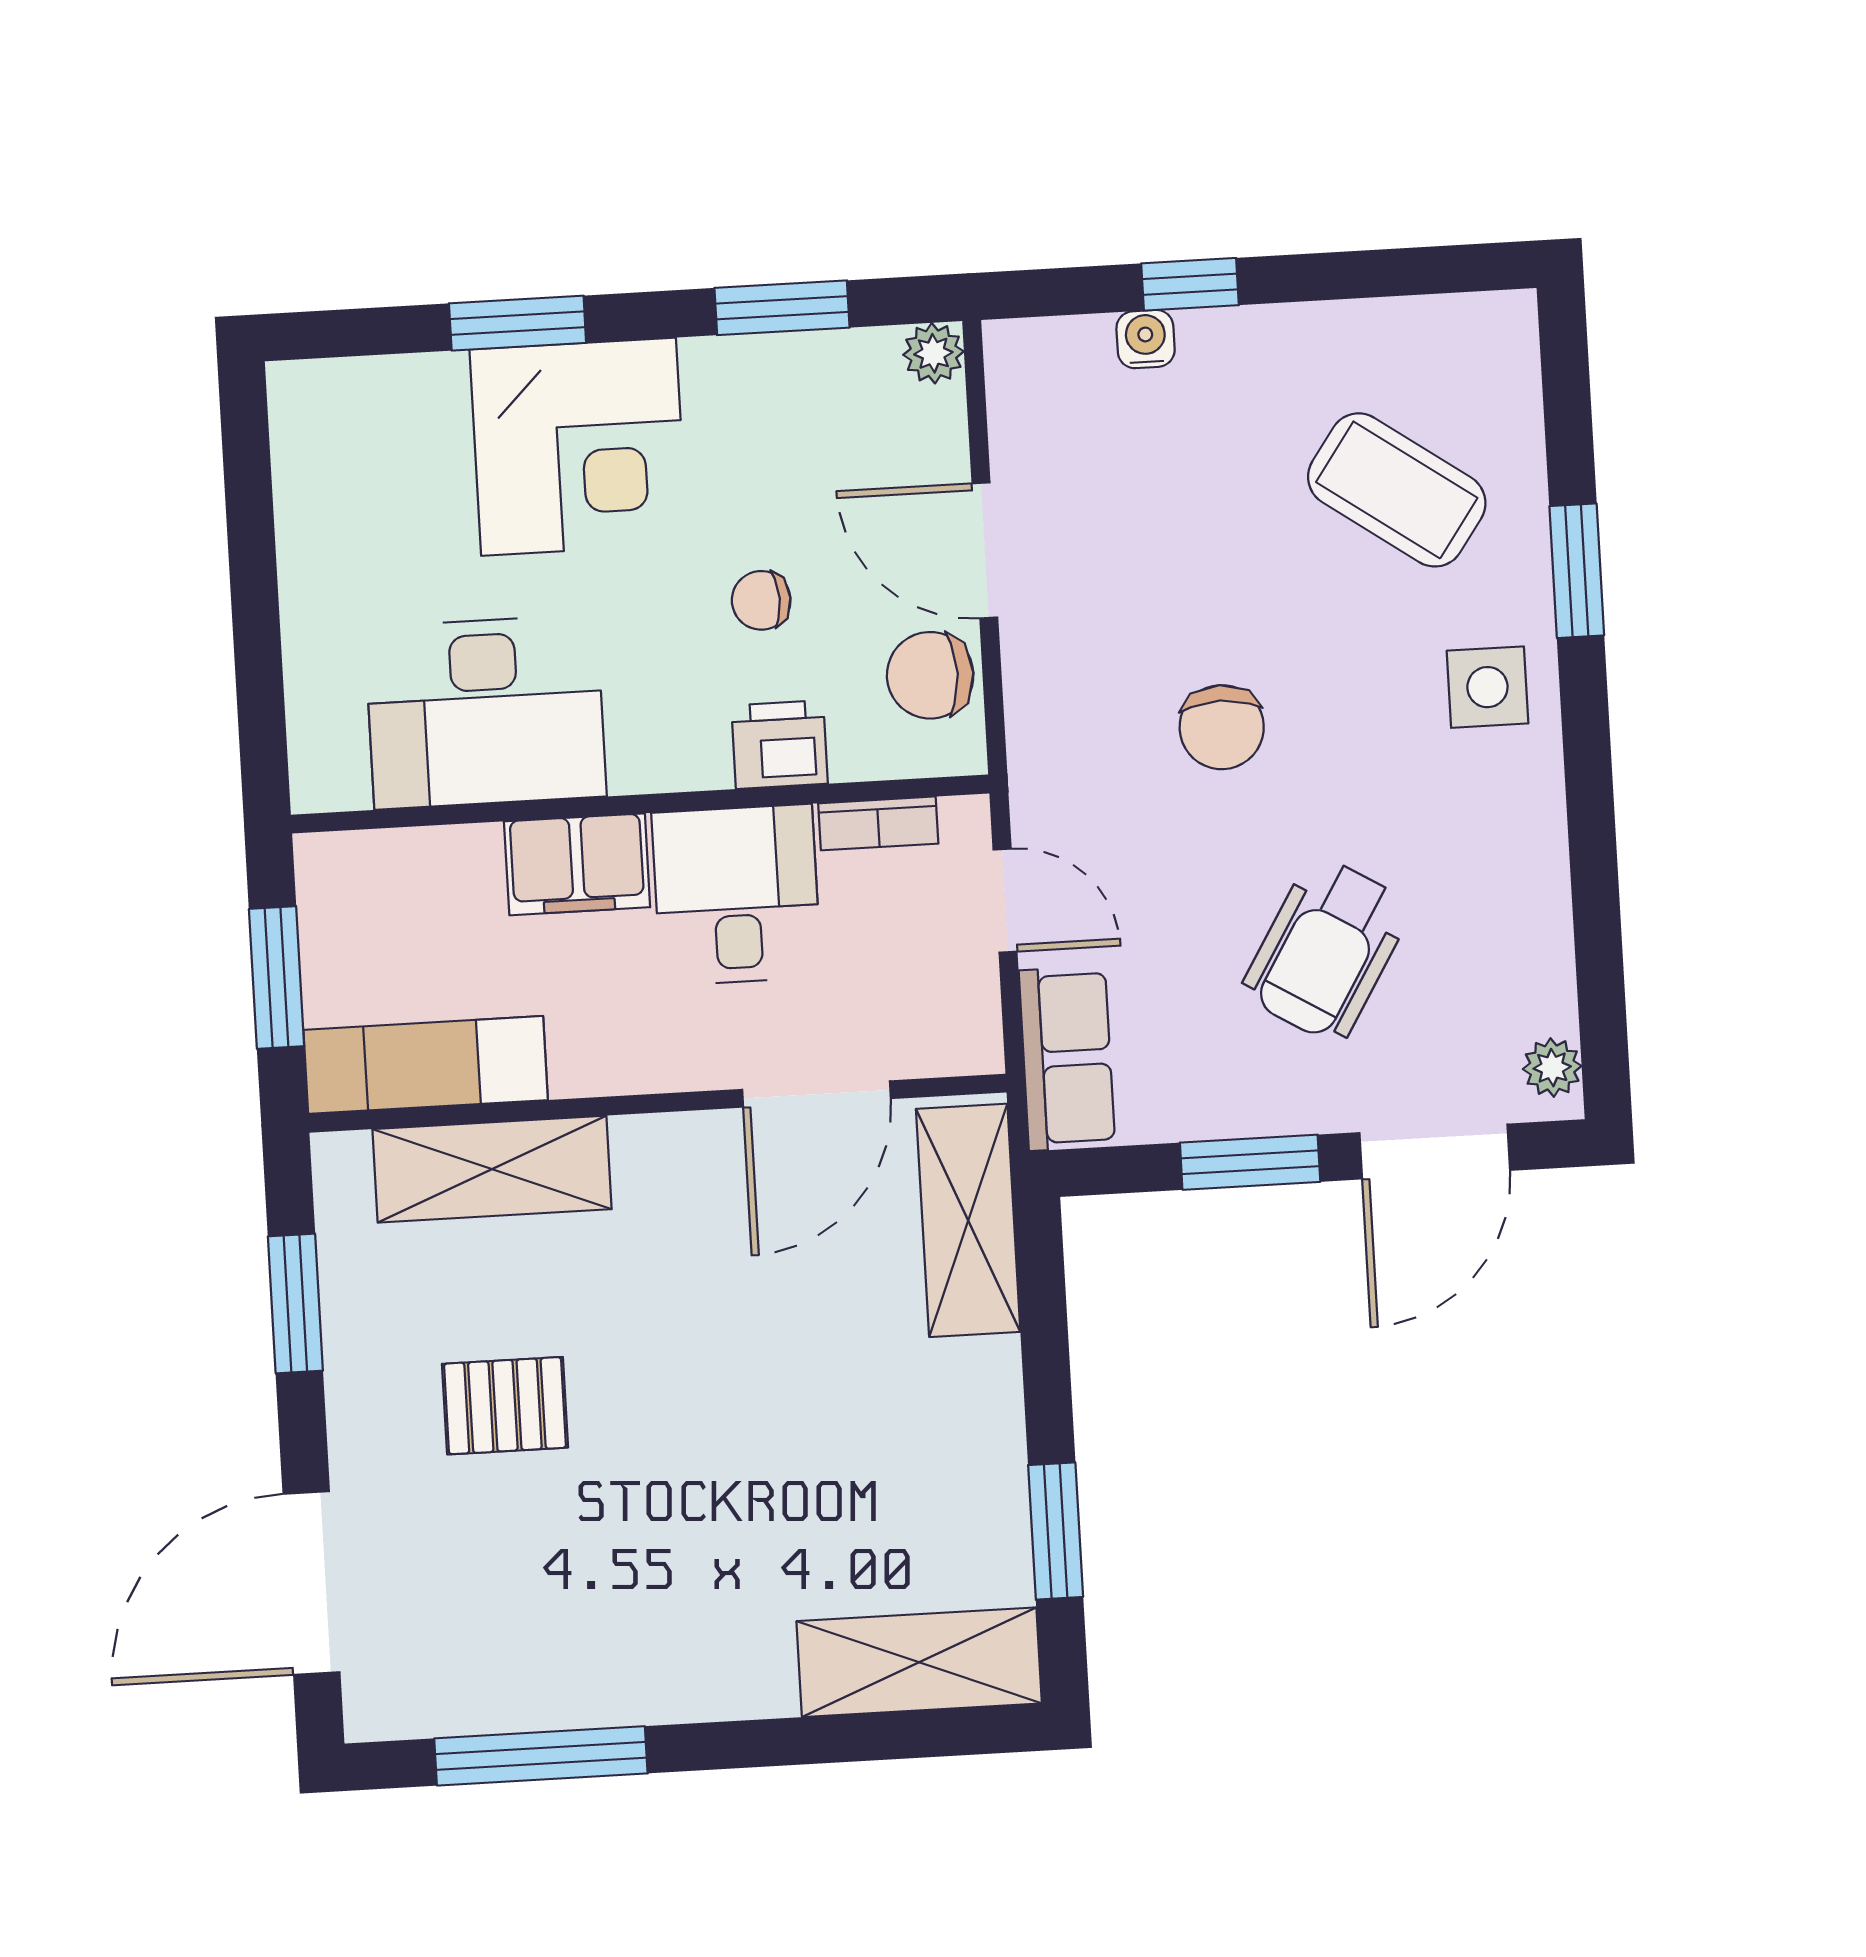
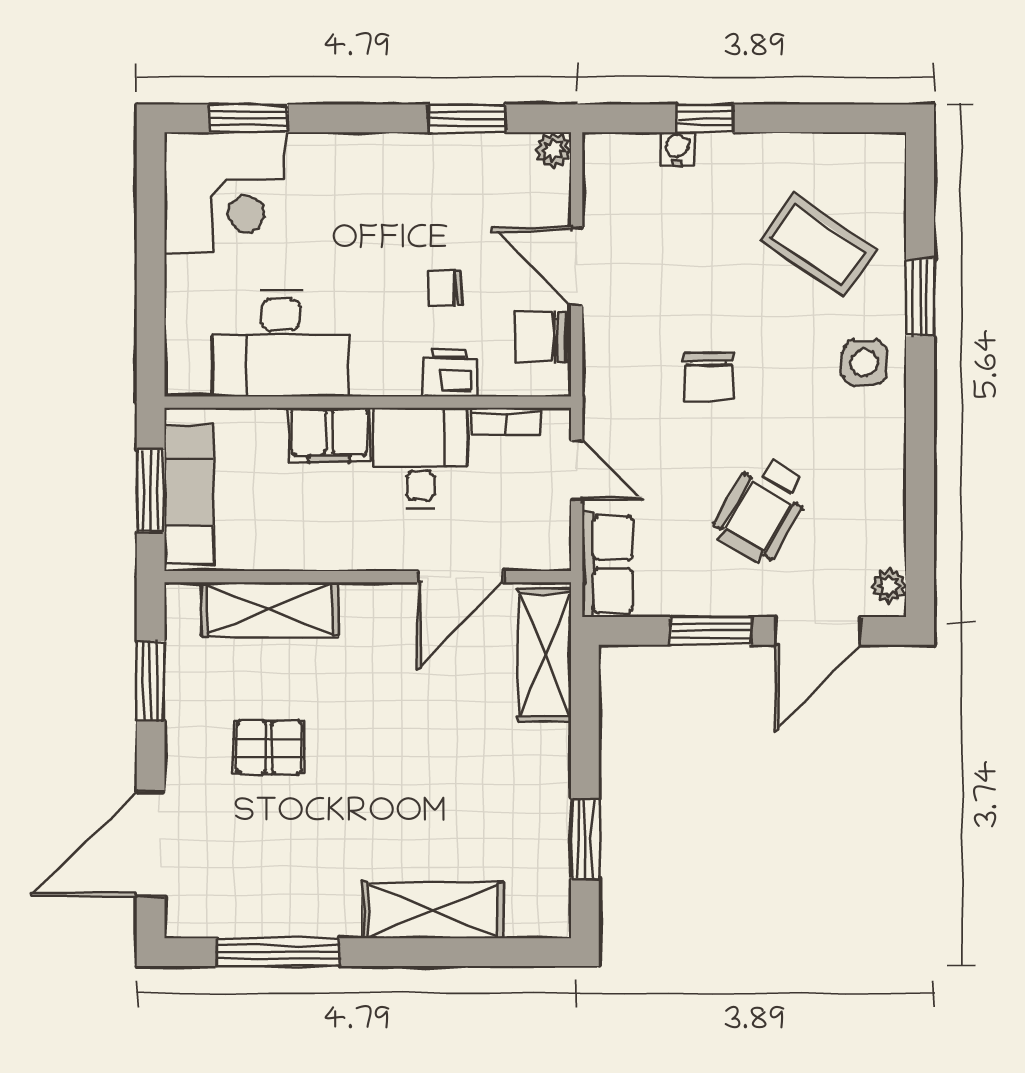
window: (518, 323) -> (249, 118), moved
corner desk: (579, 447) -> (225, 192), moved
exam couch: (426, 1065) -> (189, 495), moved, turned 90
shelving: (919, 1662) -> (433, 910), moved

